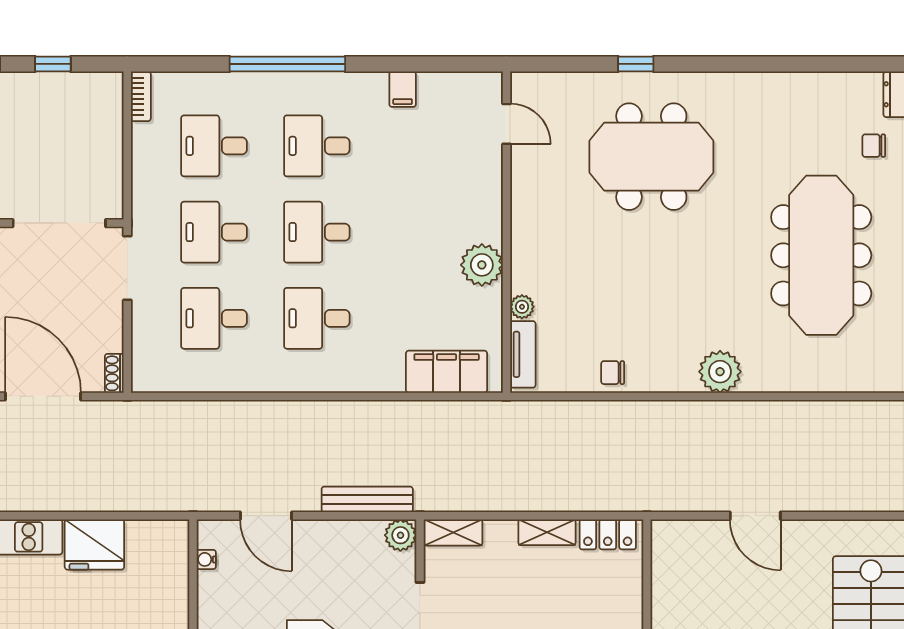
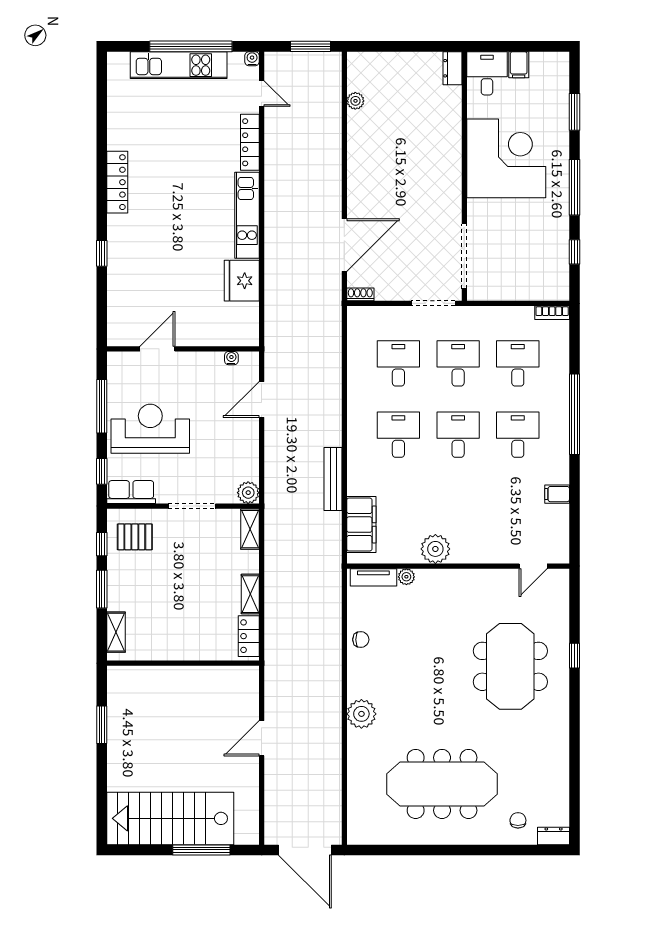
chair: (613, 373) -> (361, 640), turned 90
bench: (367, 499) -> (333, 479), moved

